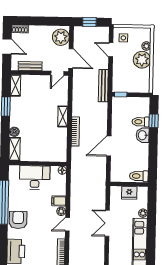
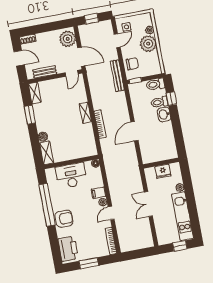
door: (111, 50) -> (117, 41), swing flipped
chair: (121, 77) -> (132, 64), added
toilet: (139, 176) -> (155, 84), moved
armchair: (18, 220) -> (64, 219), turned 90

